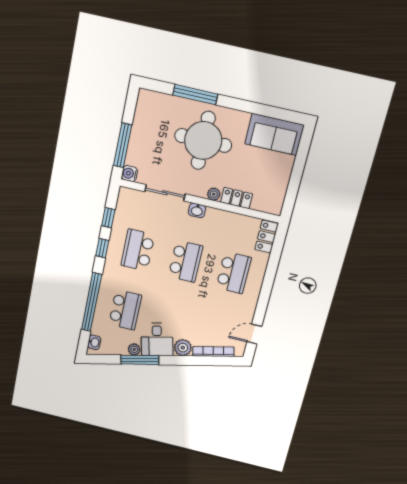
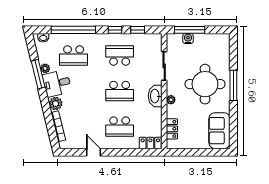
window: (195, 95) -> (233, 85), moved
water cooler: (129, 174) -> (188, 39), moved
locker: (236, 198) -> (172, 129), moved
washbasin: (197, 210) -> (155, 96), width x1.91, depth x1.45
door: (254, 334) -> (93, 152), moved

